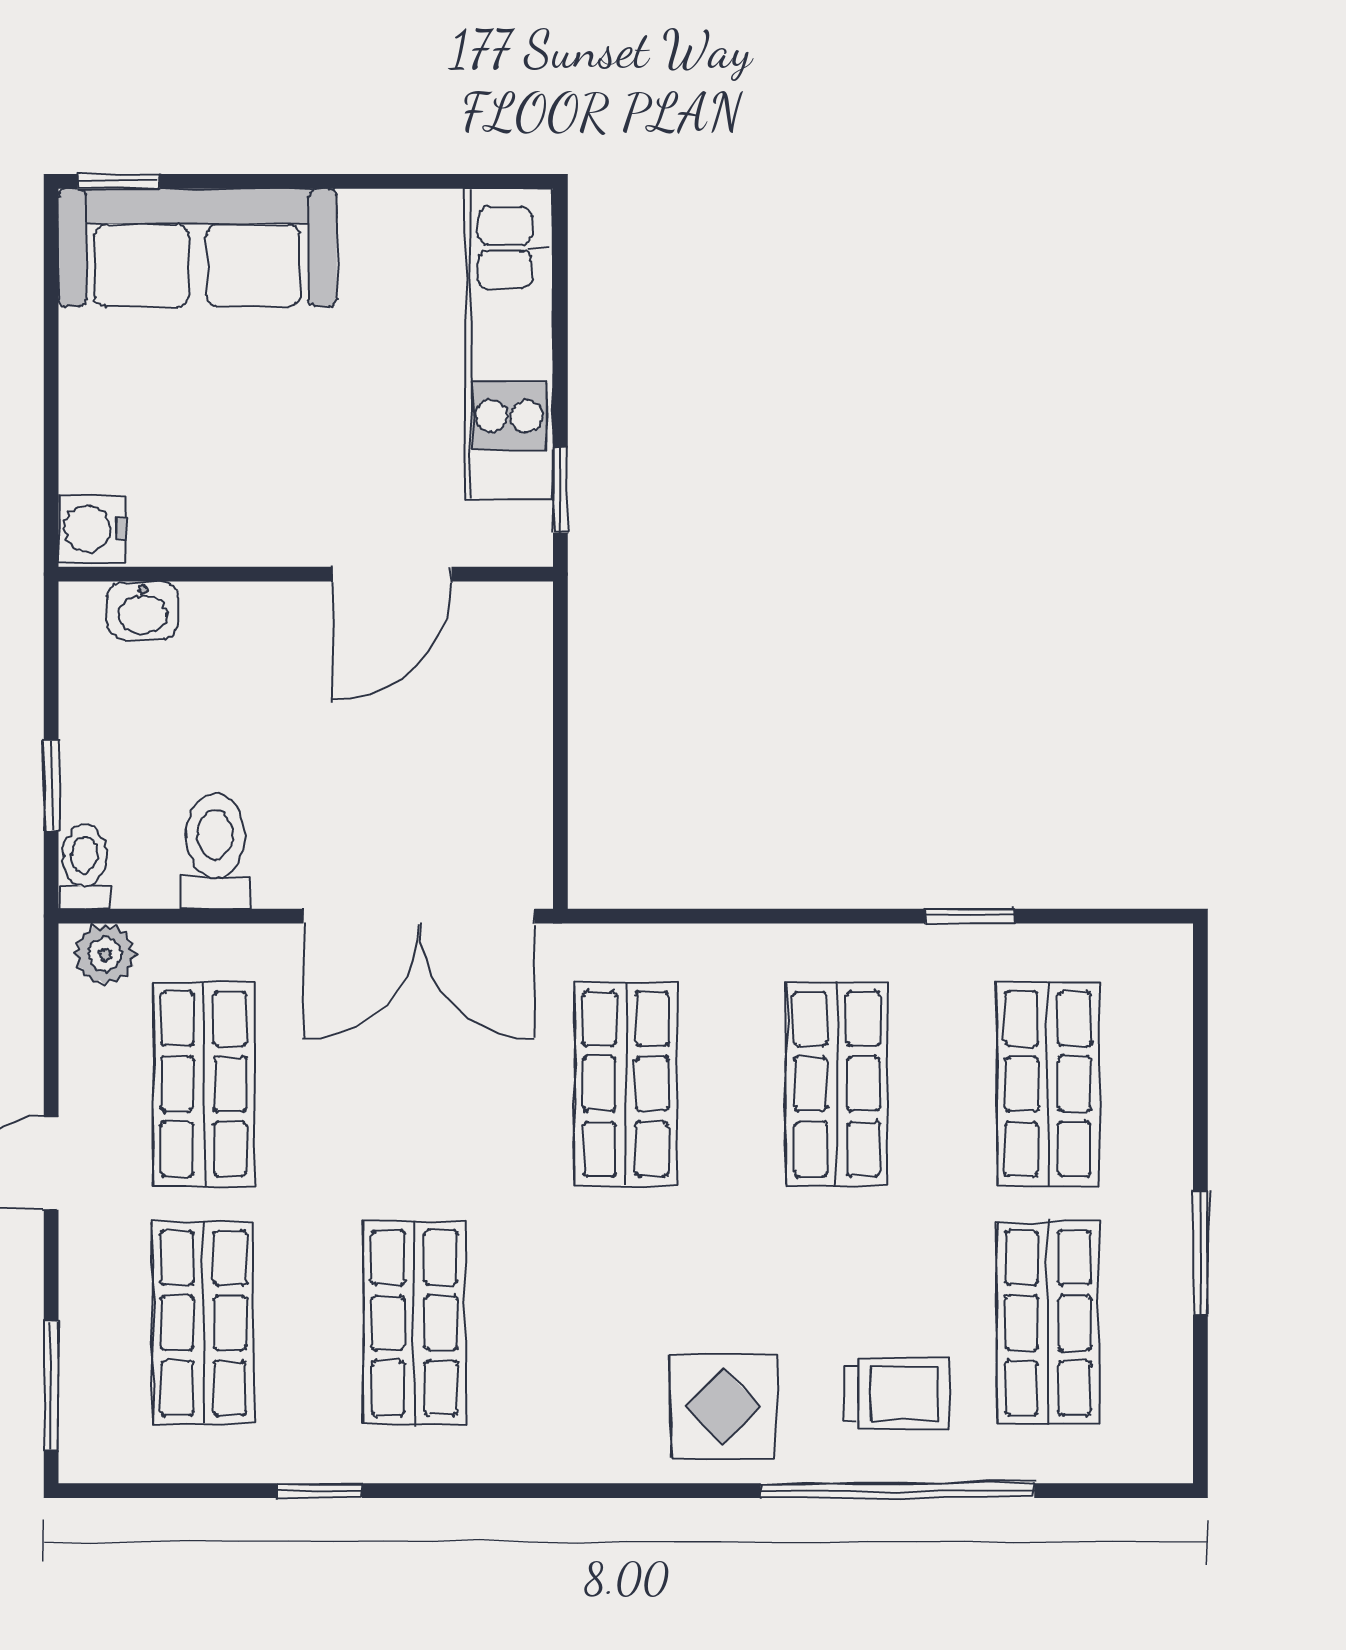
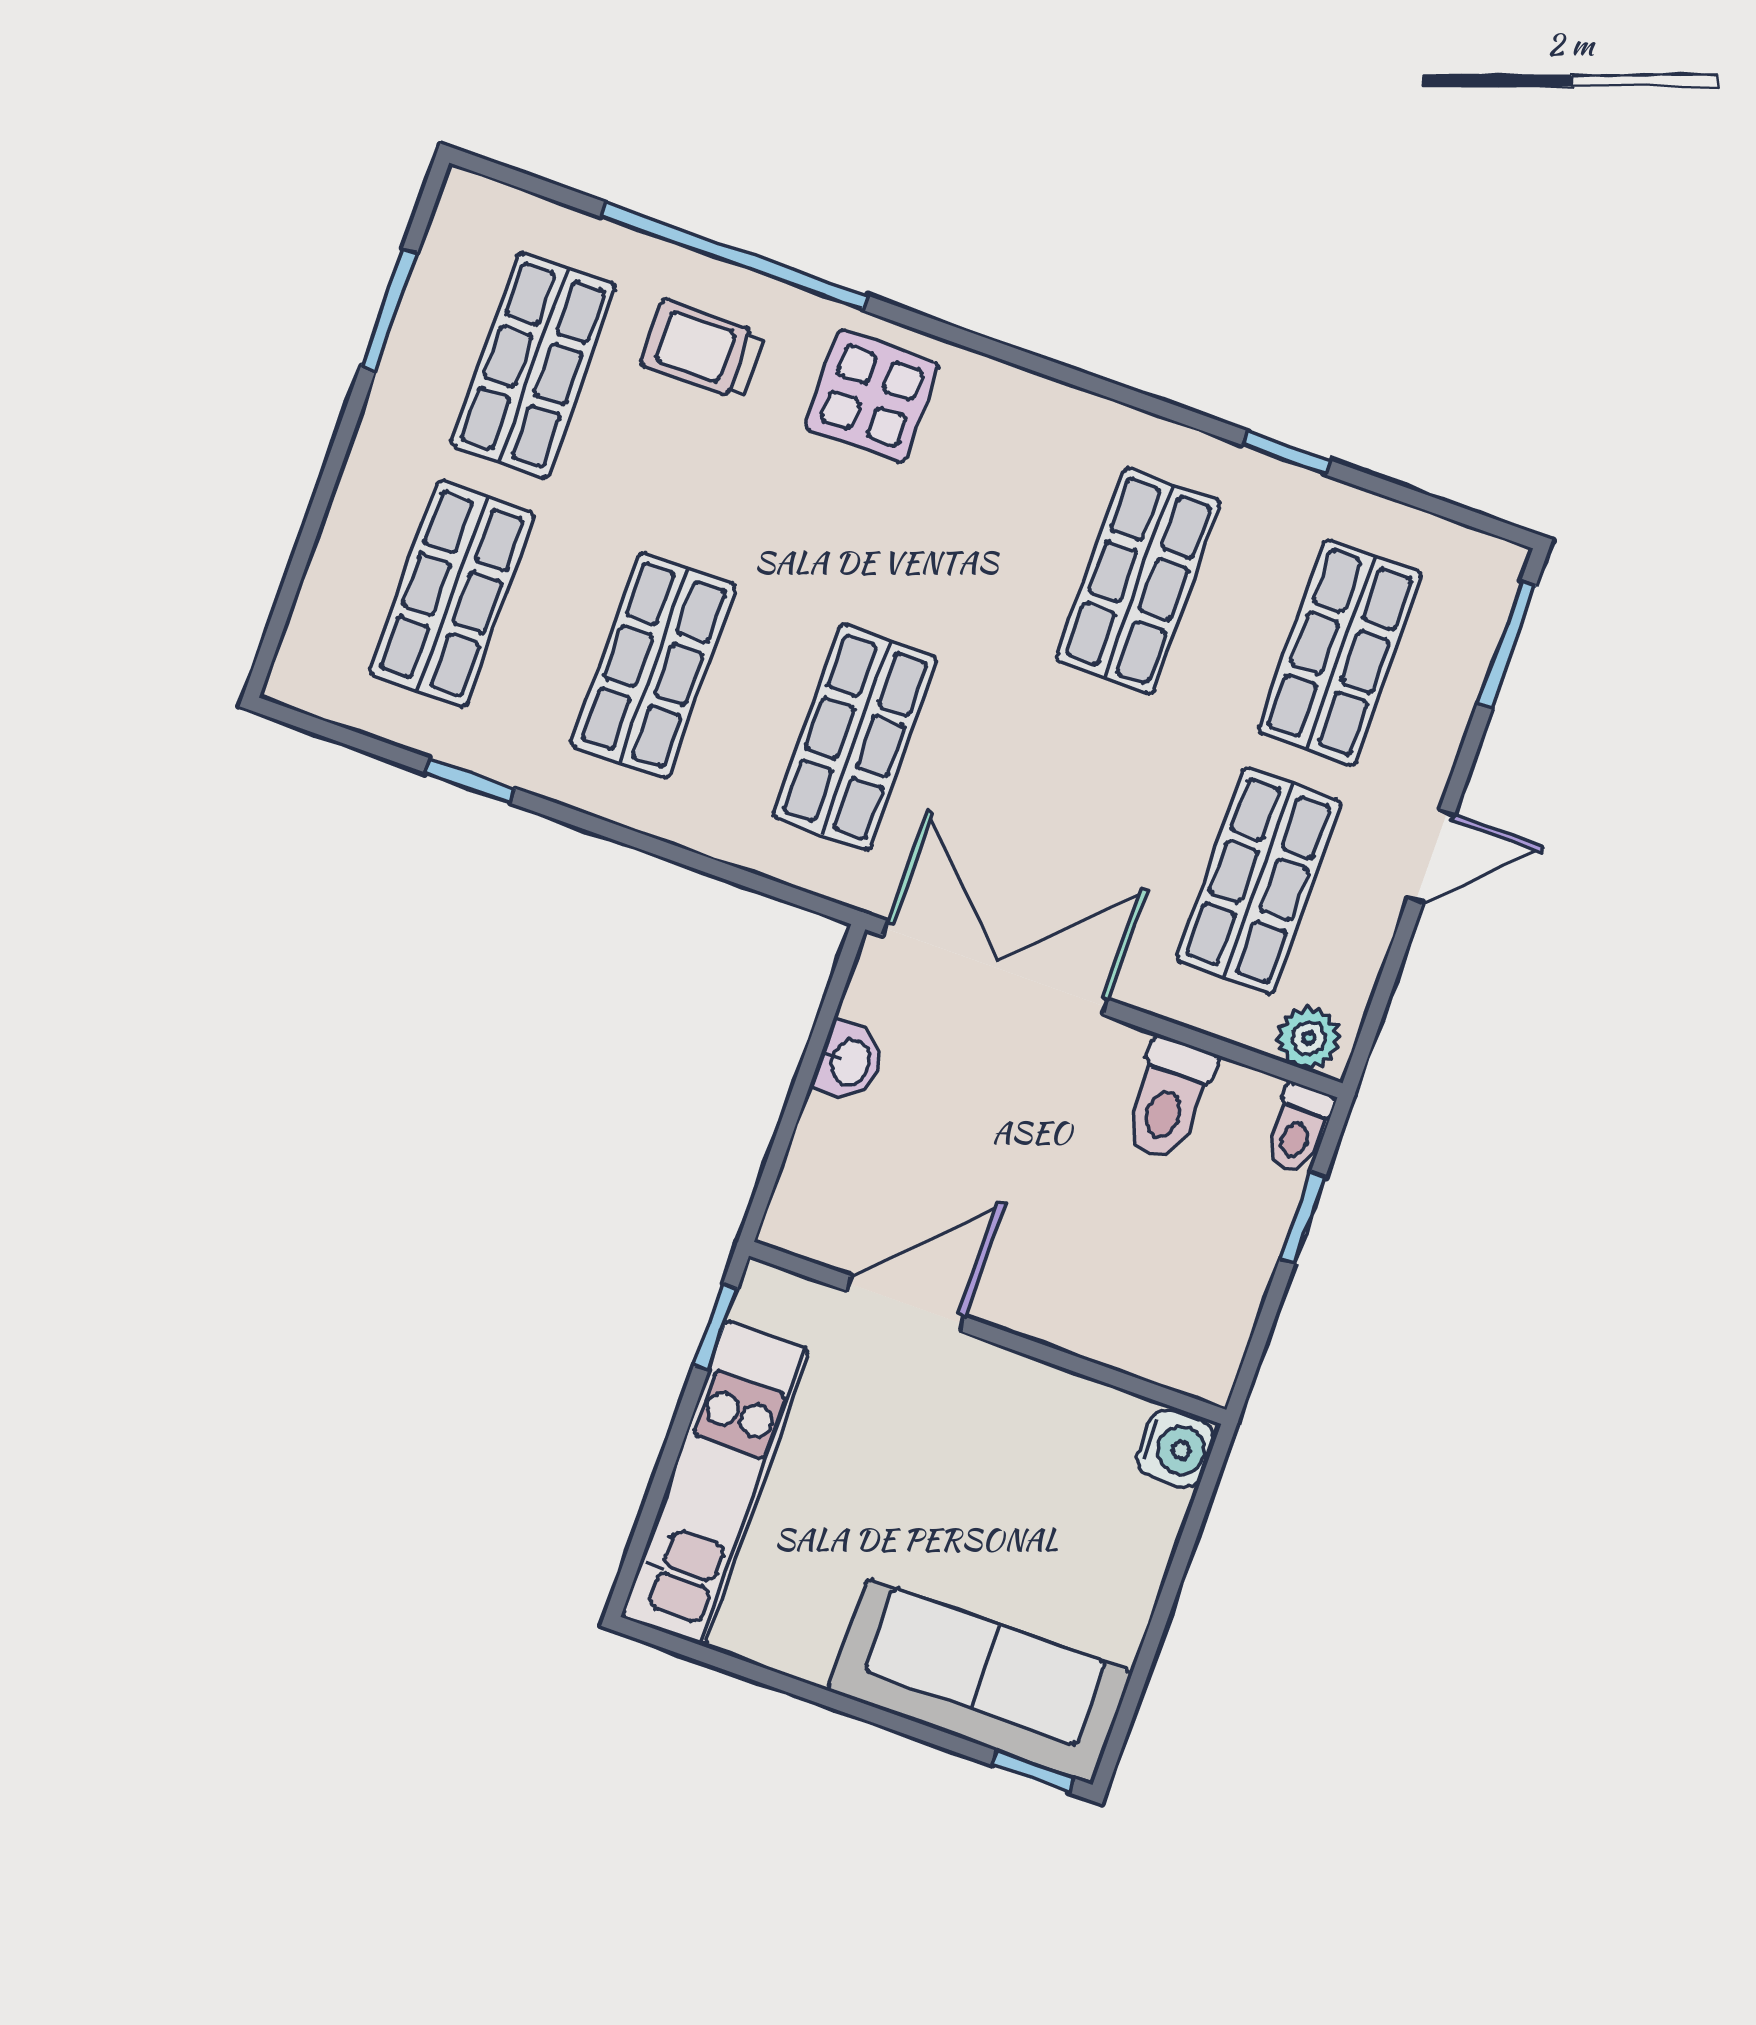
washbasin: (143, 610) -> (849, 1062), moved, turned 90
window: (1200, 1253) -> (389, 309), moved

